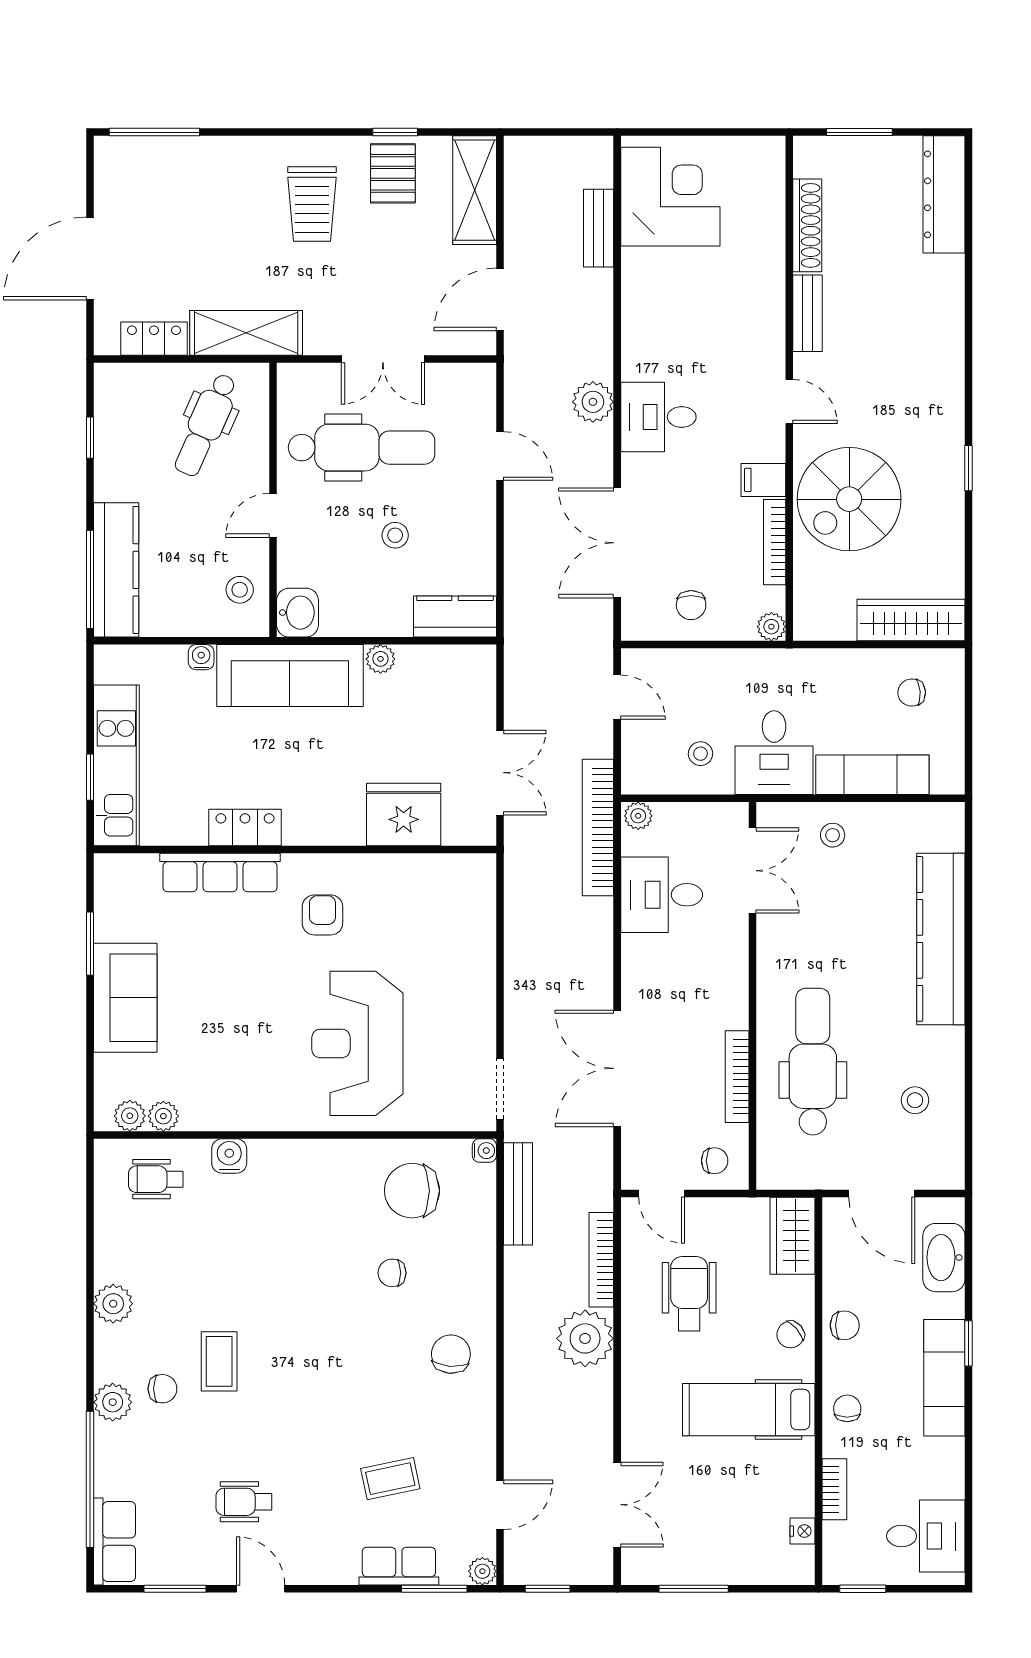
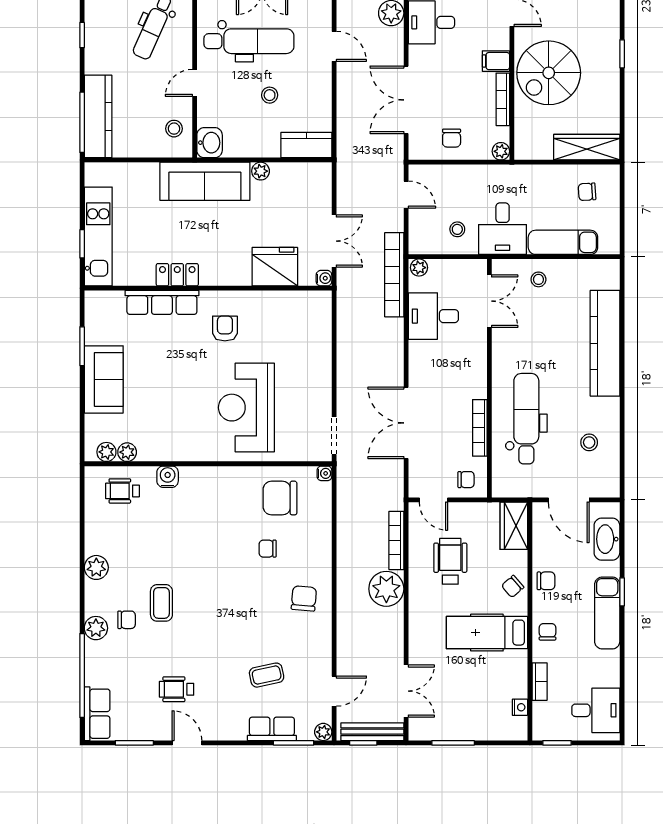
water cooler: (201, 657) -> (324, 278), moved, turned 90
bench: (518, 1194) -> (372, 732), moved, turned 90

